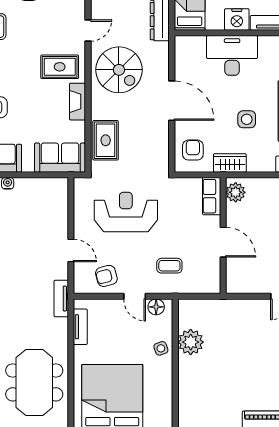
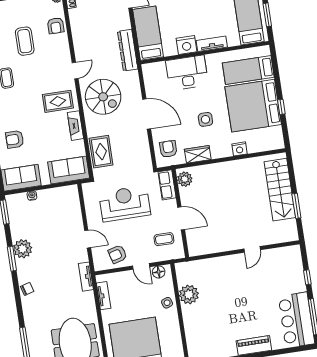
plant: (236, 192) -> (185, 179), moved
row of seats: (212, 196) -> (167, 185), moved
wall: (223, 236) -> (180, 213), moved
door: (223, 242) -> (181, 218), moved

